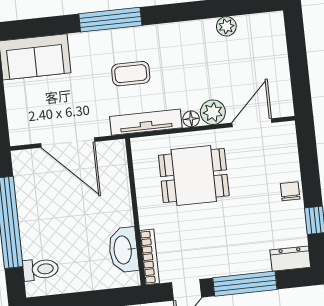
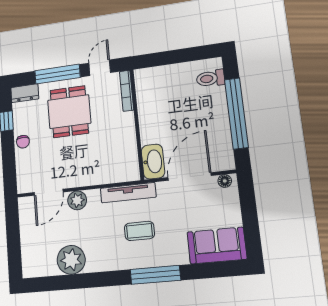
plant: (226, 26) -> (71, 260), width x1.87, depth x1.87
floor lamp: (191, 119) -> (225, 181), moved
door: (68, 142) -> (189, 177), hinge flipped
dining table: (194, 175) -> (69, 112), moved, turned 90
washbasin: (123, 250) -> (153, 162), moved

